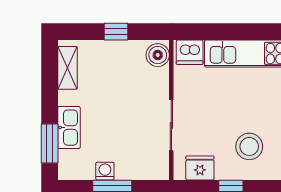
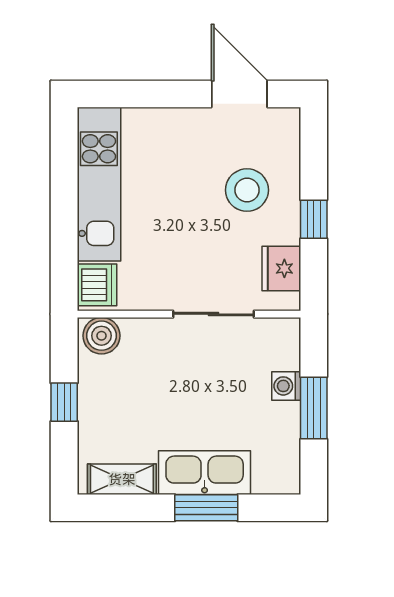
kitchen sink: (69, 128) -> (205, 473), width x1.36, depth x1.24
window: (50, 144) -> (206, 508), moved
washing machine: (105, 171) -> (286, 386), moved

